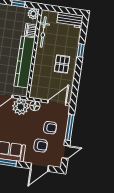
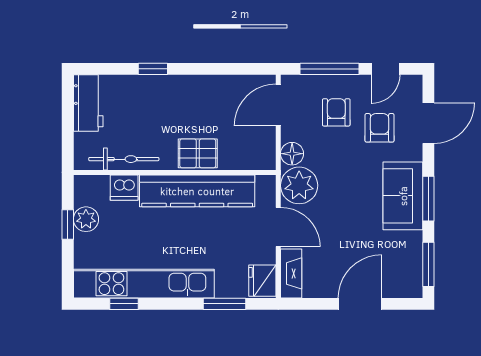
plant: (33, 14) -> (86, 219), moved
pallet: (62, 64) -> (198, 153), moved
door: (57, 103) -> (278, 105), hinge flipped
door: (66, 152) -> (385, 69), swing flipped
door: (40, 167) -> (428, 123), hinge flipped

